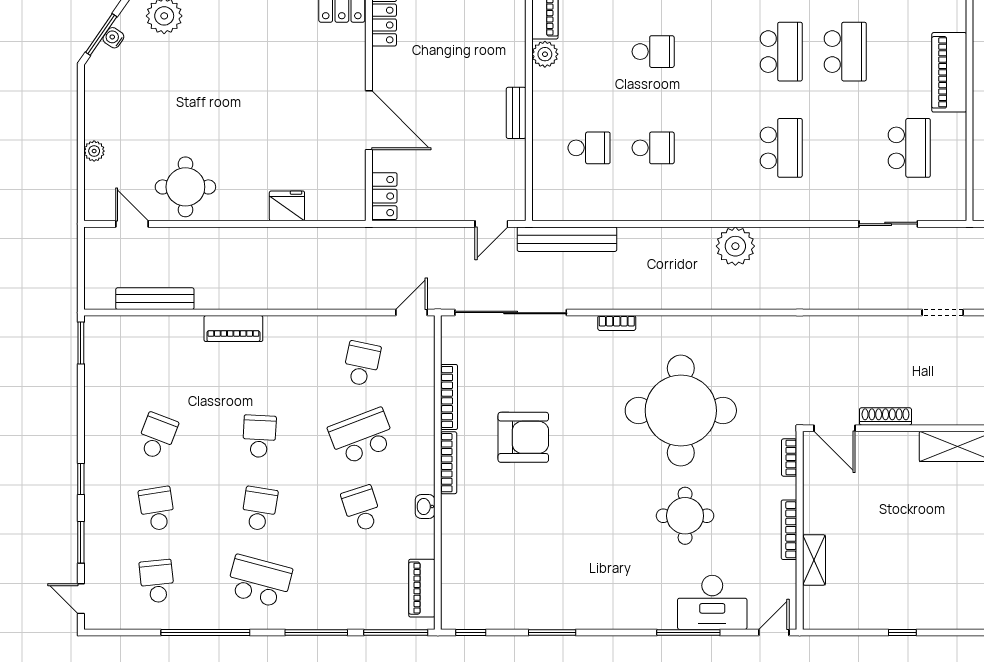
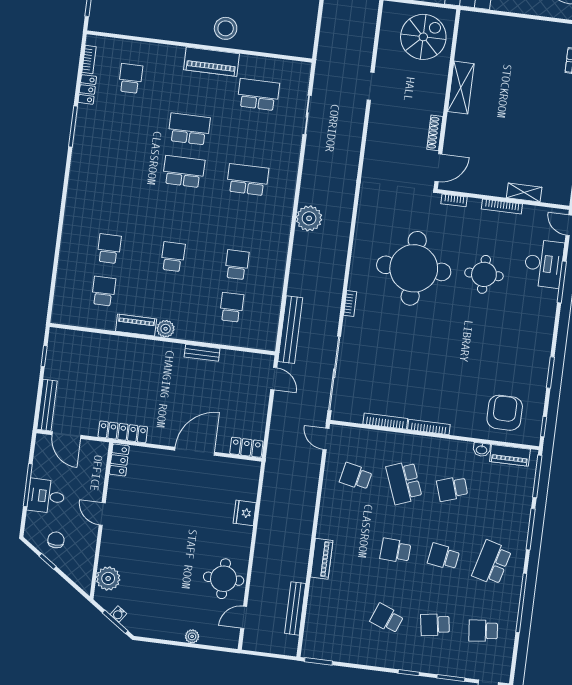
armchair: (523, 437) -> (505, 413), moved
washbasin: (425, 506) -> (482, 450), moved

